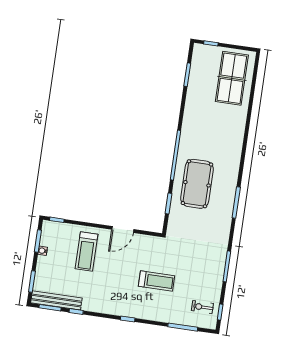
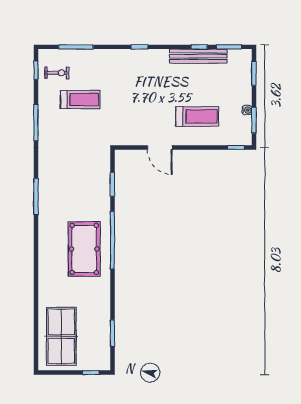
pool table: (197, 184) -> (84, 249), moved
door: (123, 229) -> (160, 147), swing flipped
treadmill: (86, 252) -> (197, 116), turned 90
treadmill: (157, 281) -> (80, 100), moved, turned 180
bench: (56, 300) -> (198, 56), moved

